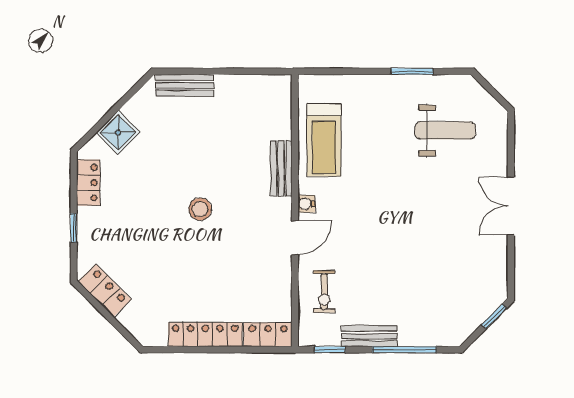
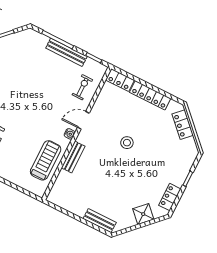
stool: (200, 209) -> (127, 143), moved
locker: (105, 291) -> (183, 125), moved
bench: (369, 336) -> (66, 52), width x1.36

